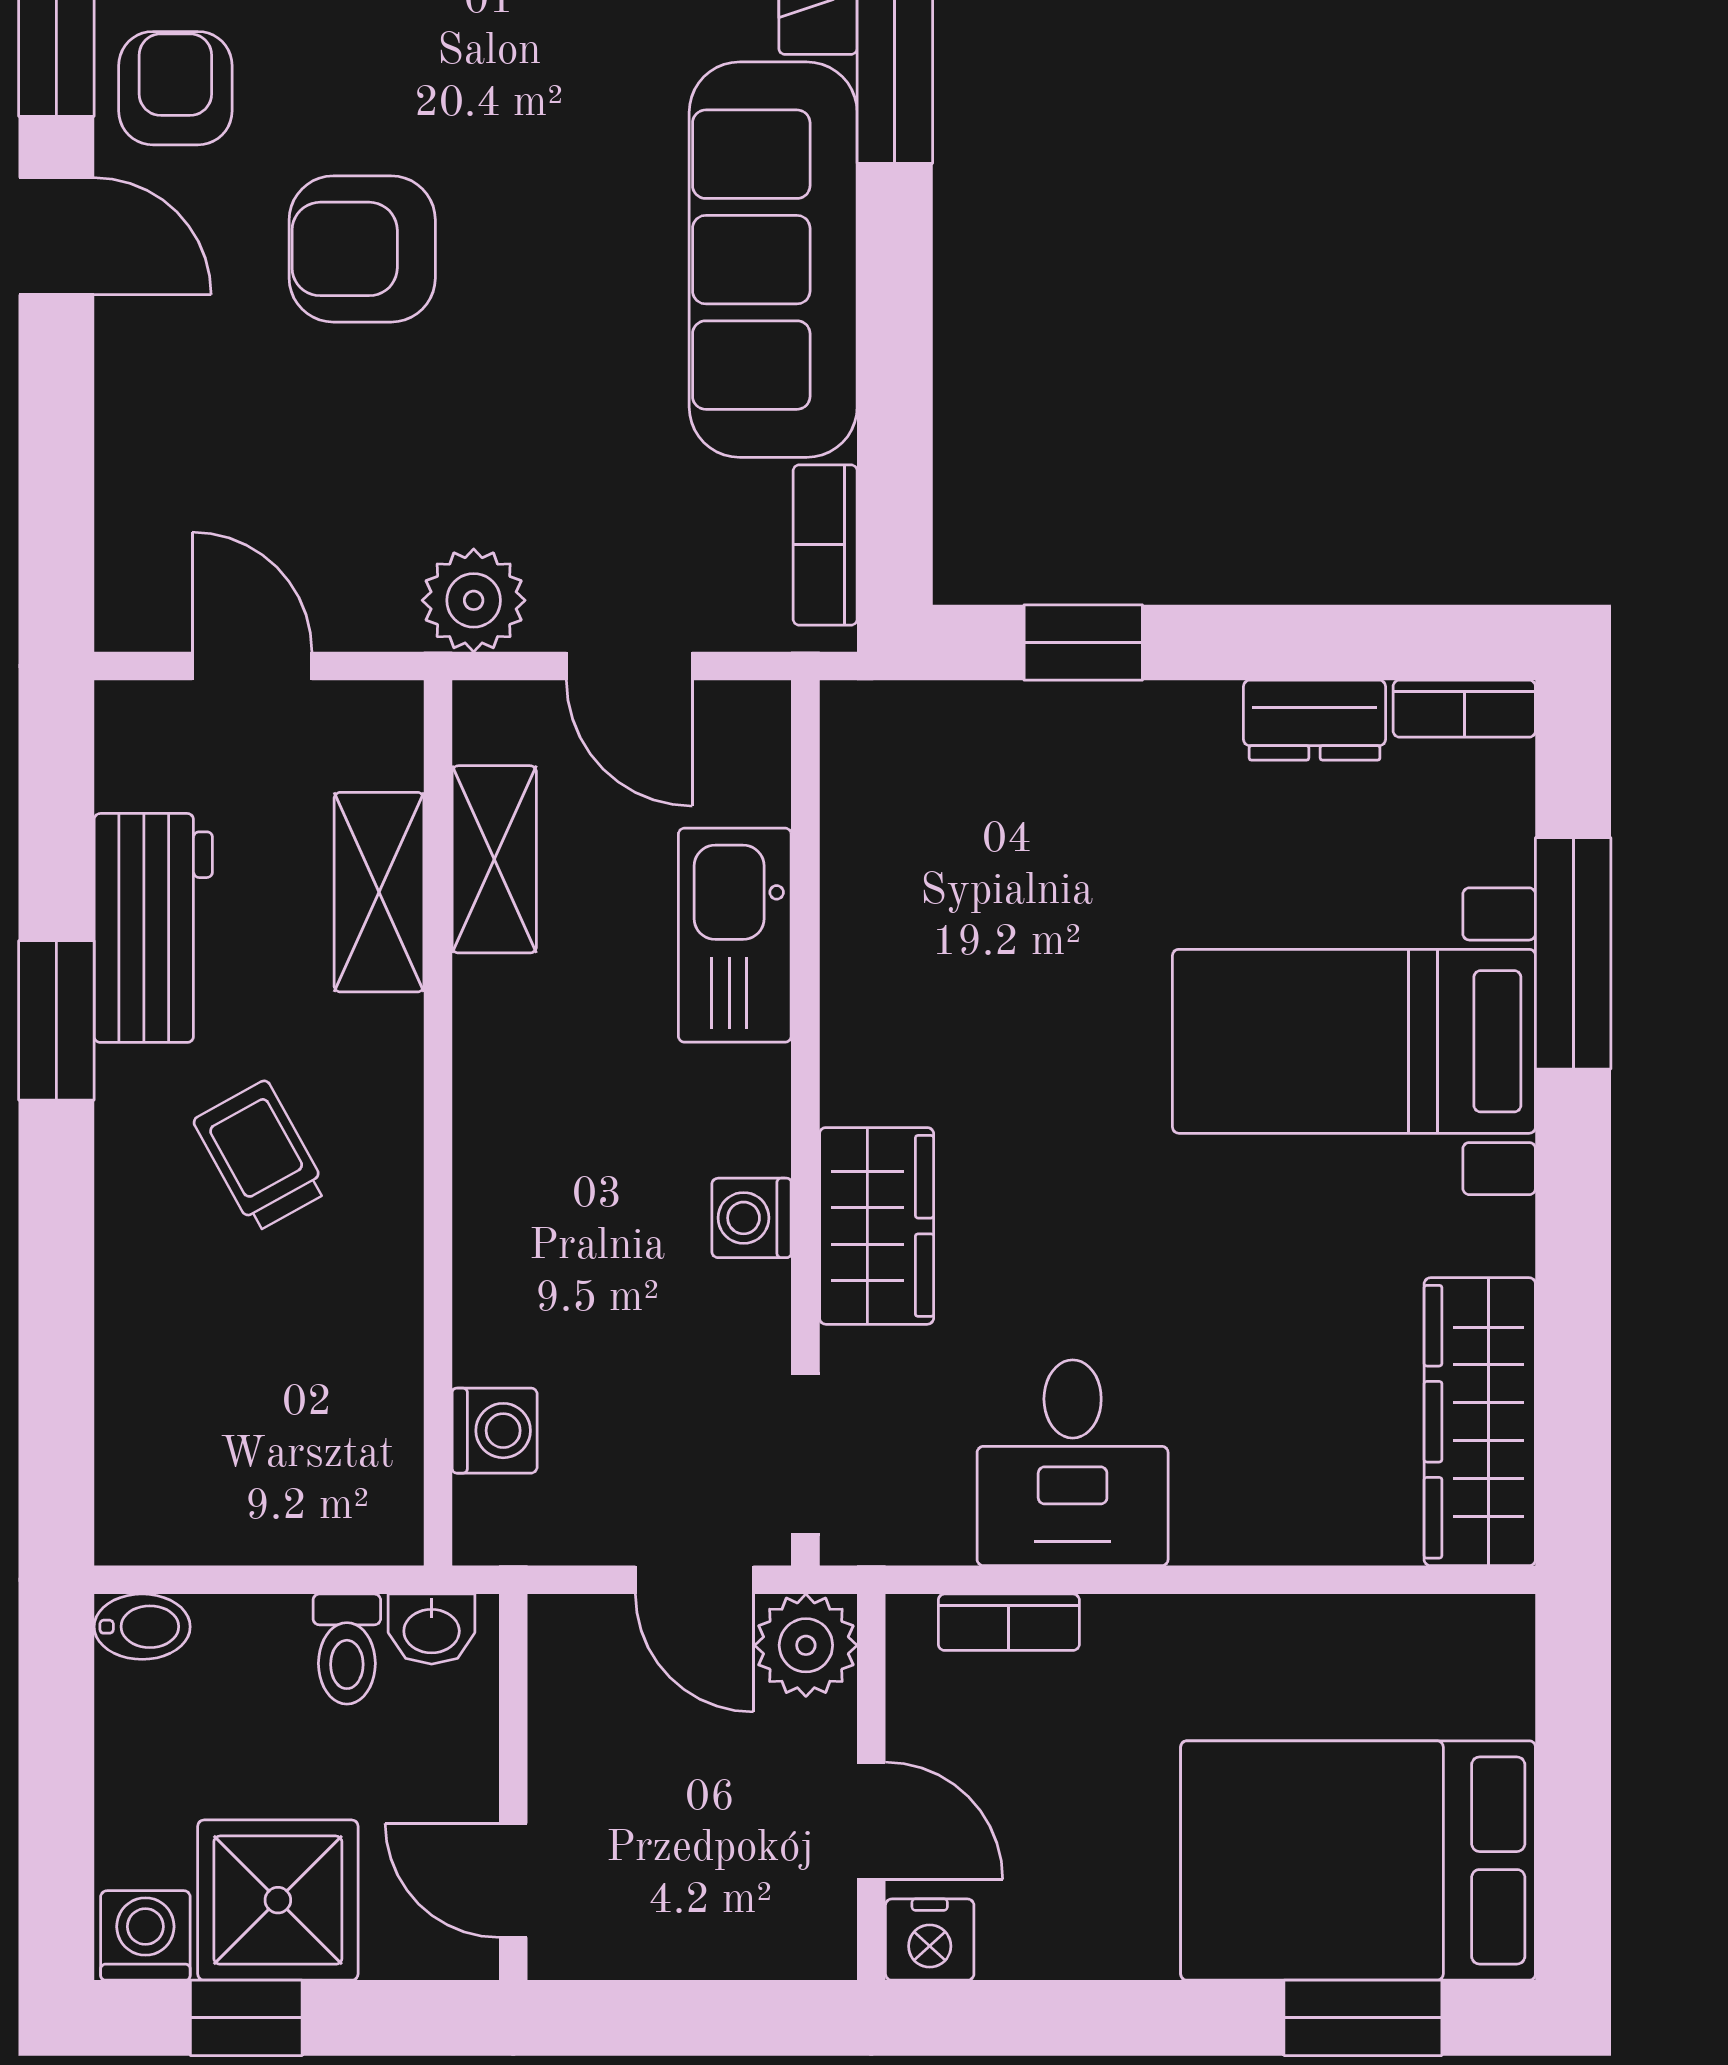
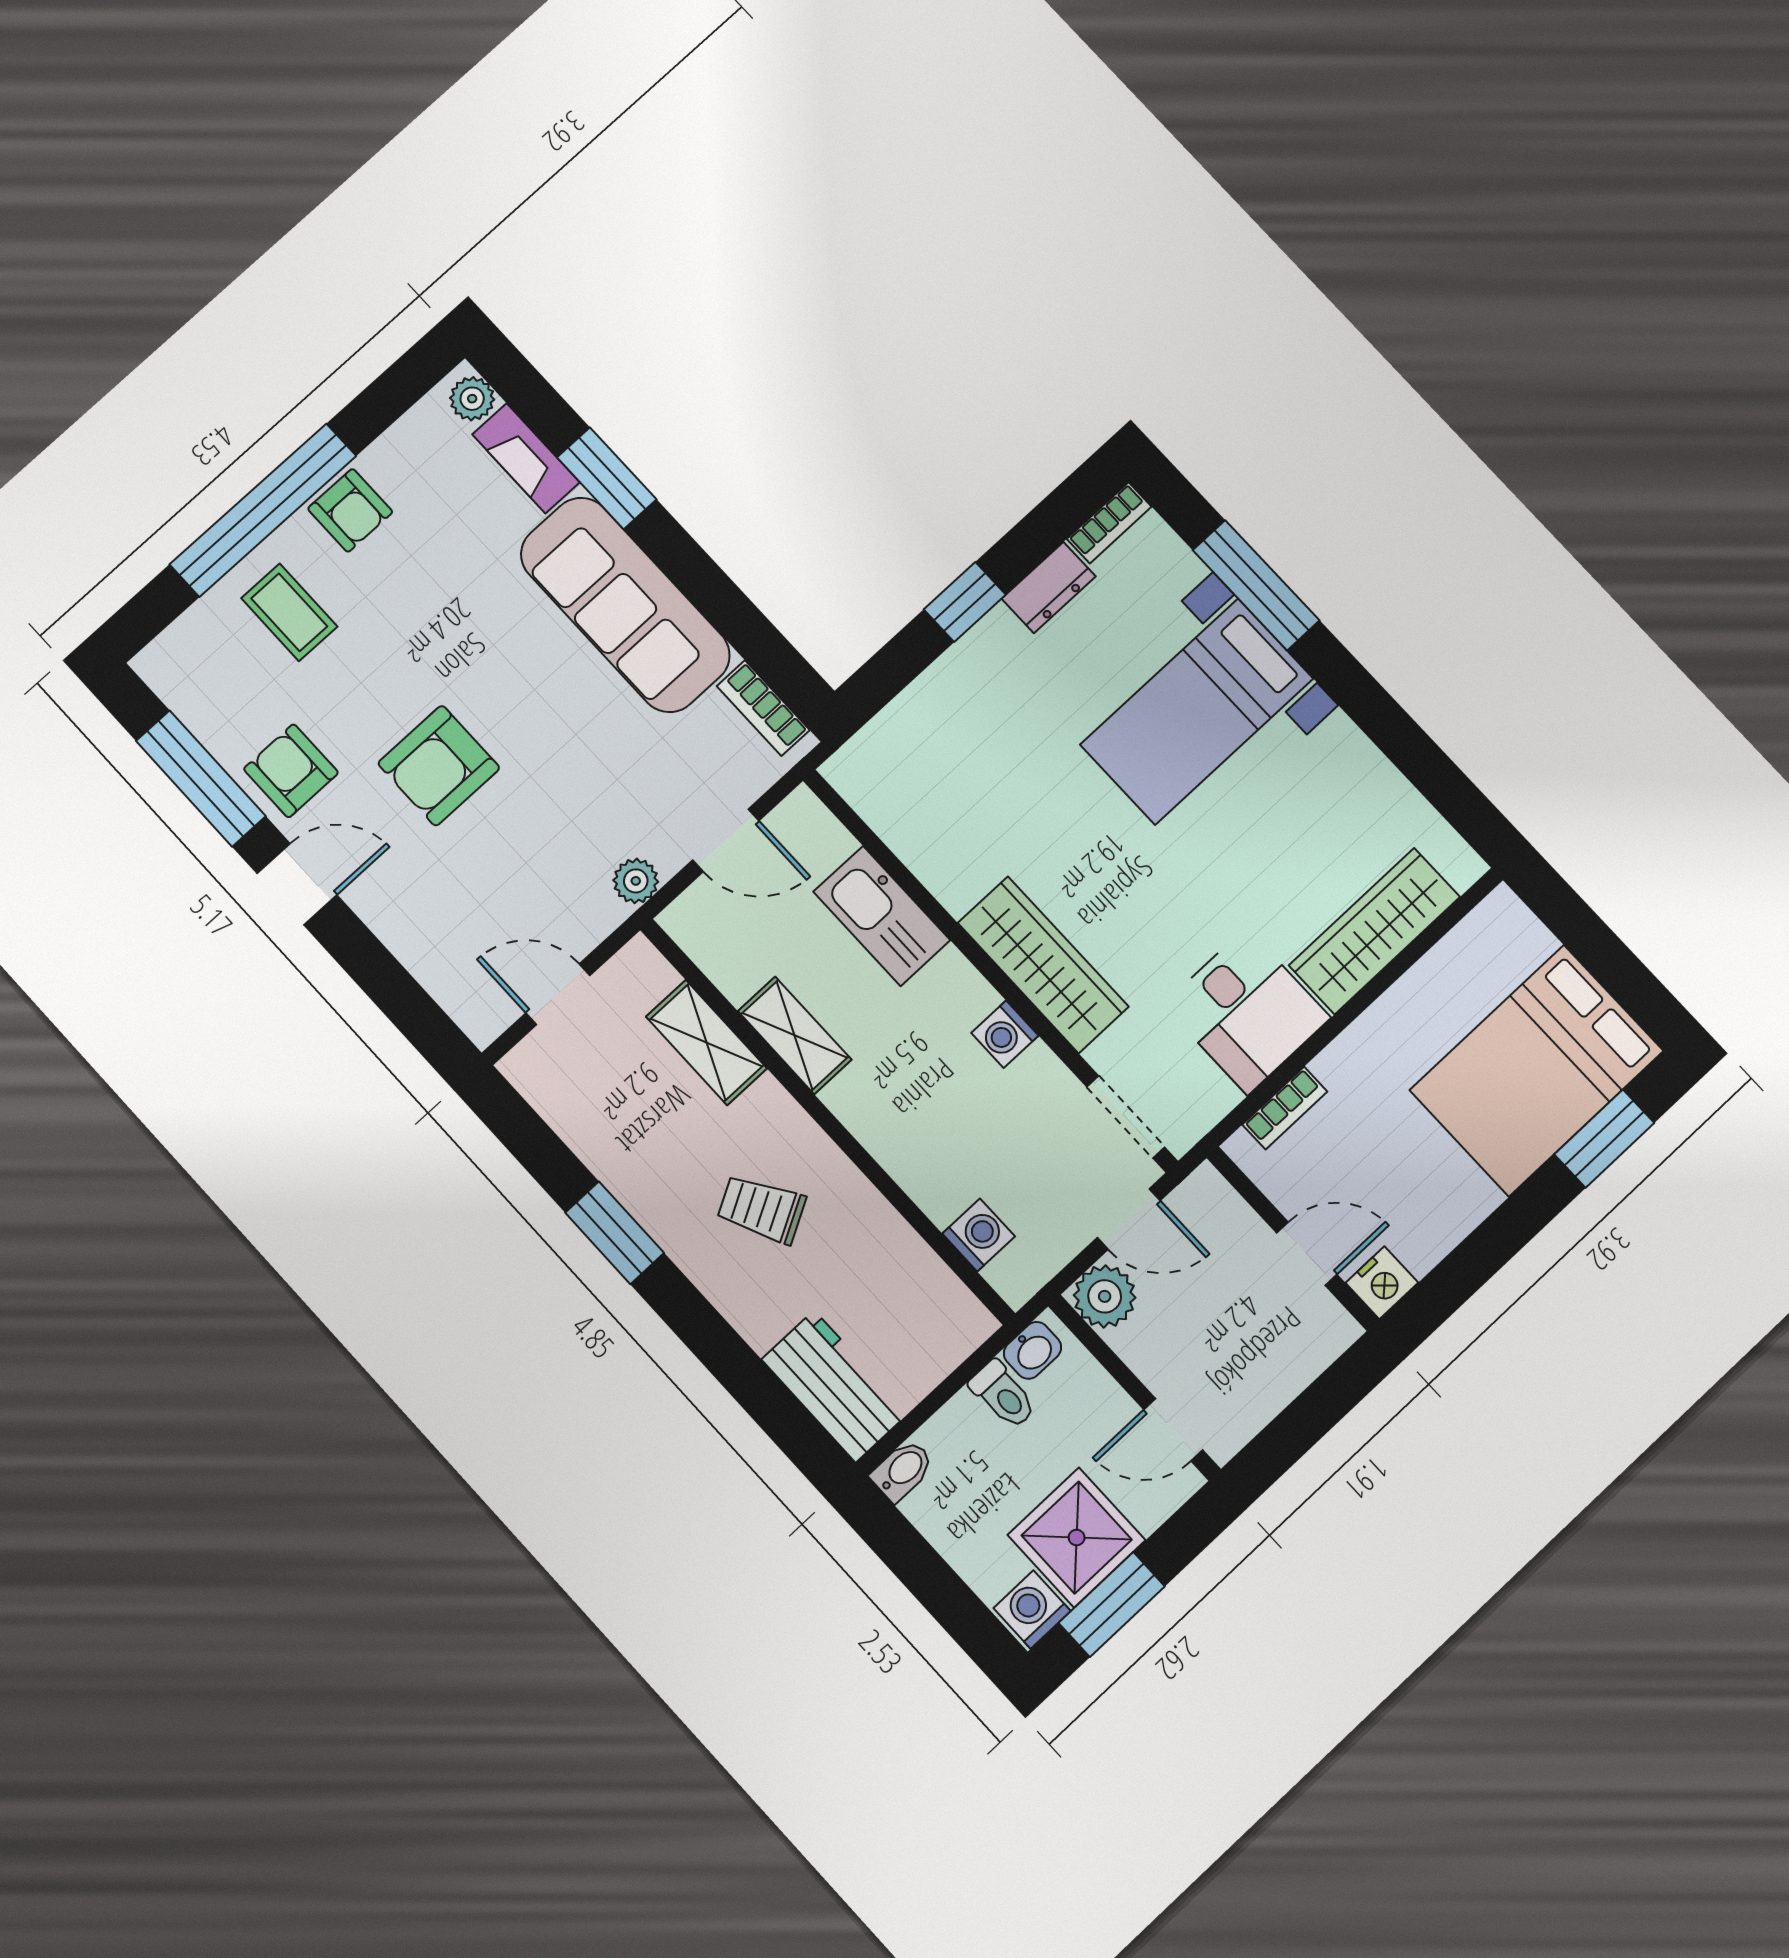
plant: (474, 600) -> (636, 881), width x0.73, depth x0.73
window: (1083, 642) -> (965, 602), moved
shelving: (494, 859) -> (795, 1035), moved
workbench: (153, 928) -> (835, 1386), moved
wardrobe: (877, 1226) -> (1043, 965), width x1.50
wardrobe: (1480, 1422) -> (1374, 931), moved, turned 90
plant: (806, 1645) -> (1105, 1296), moved
window: (246, 2018) -> (1112, 1605), width x1.50

